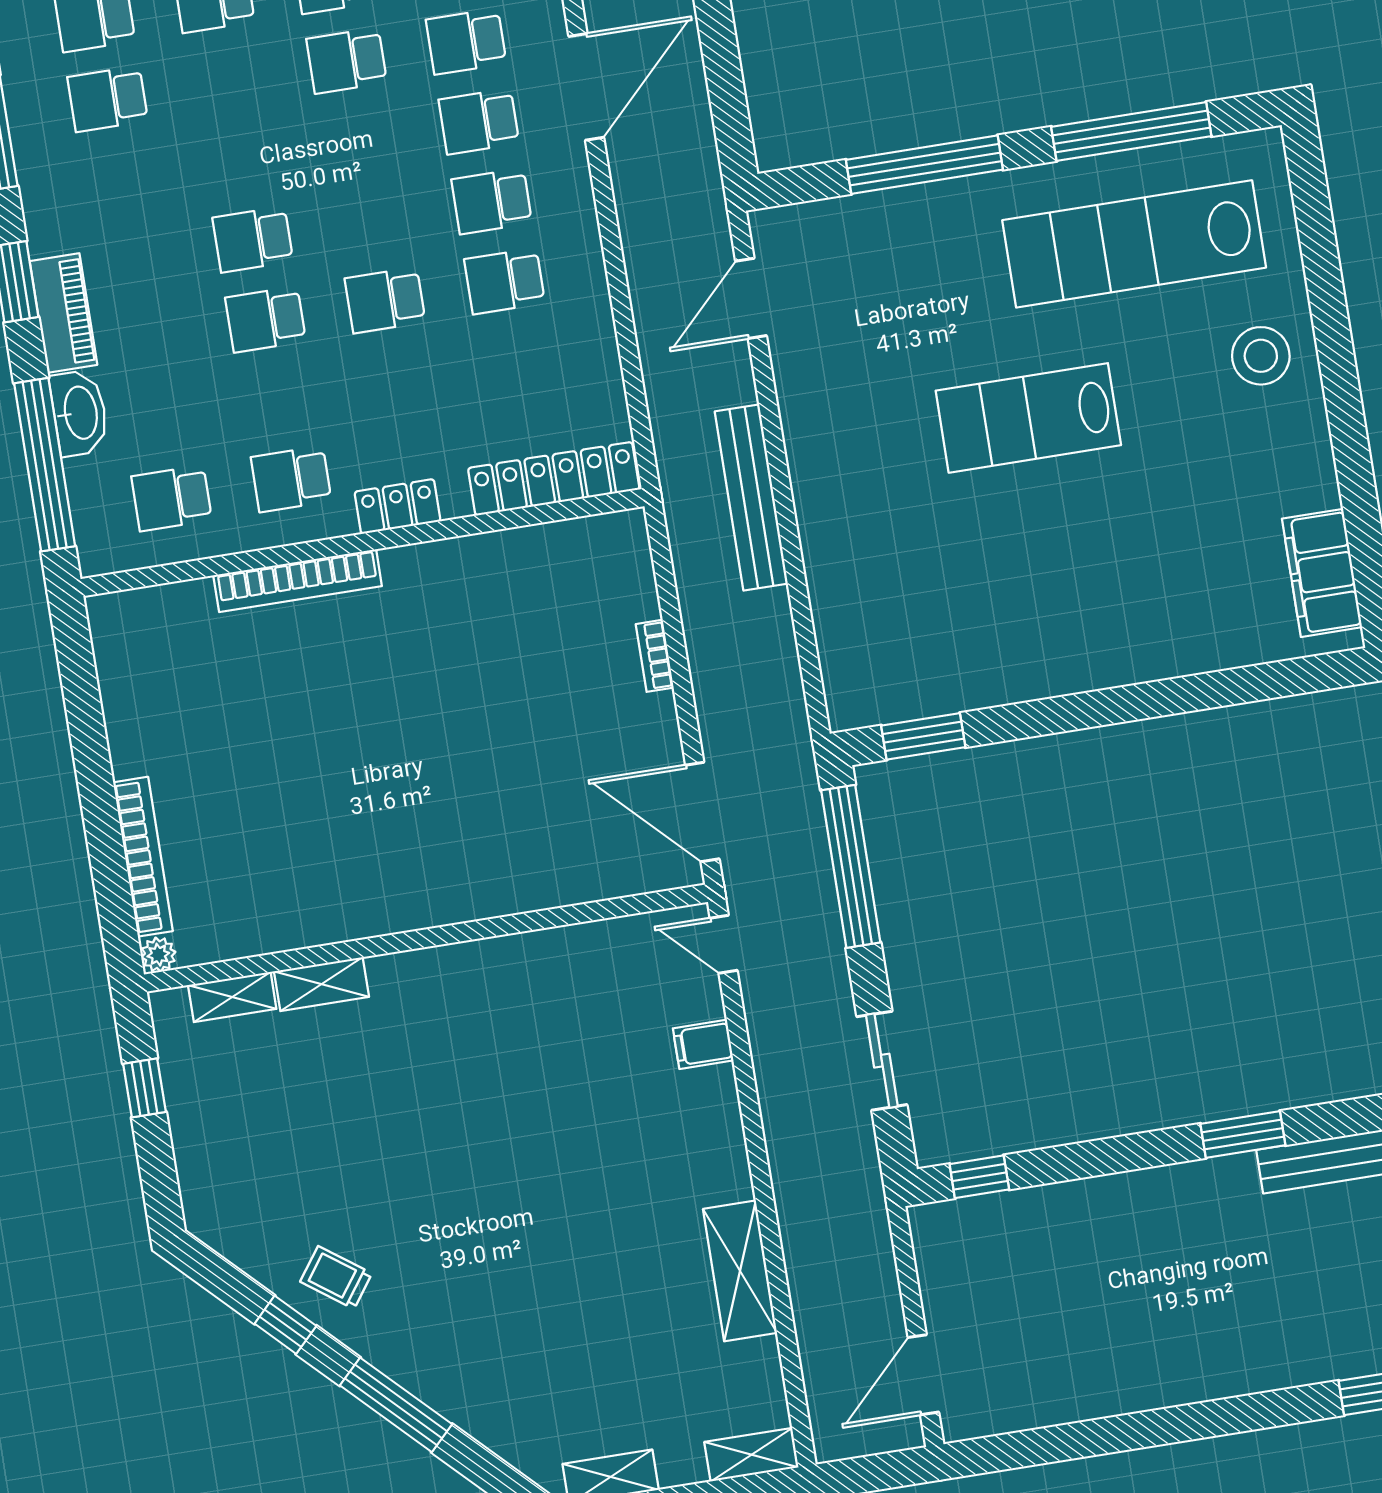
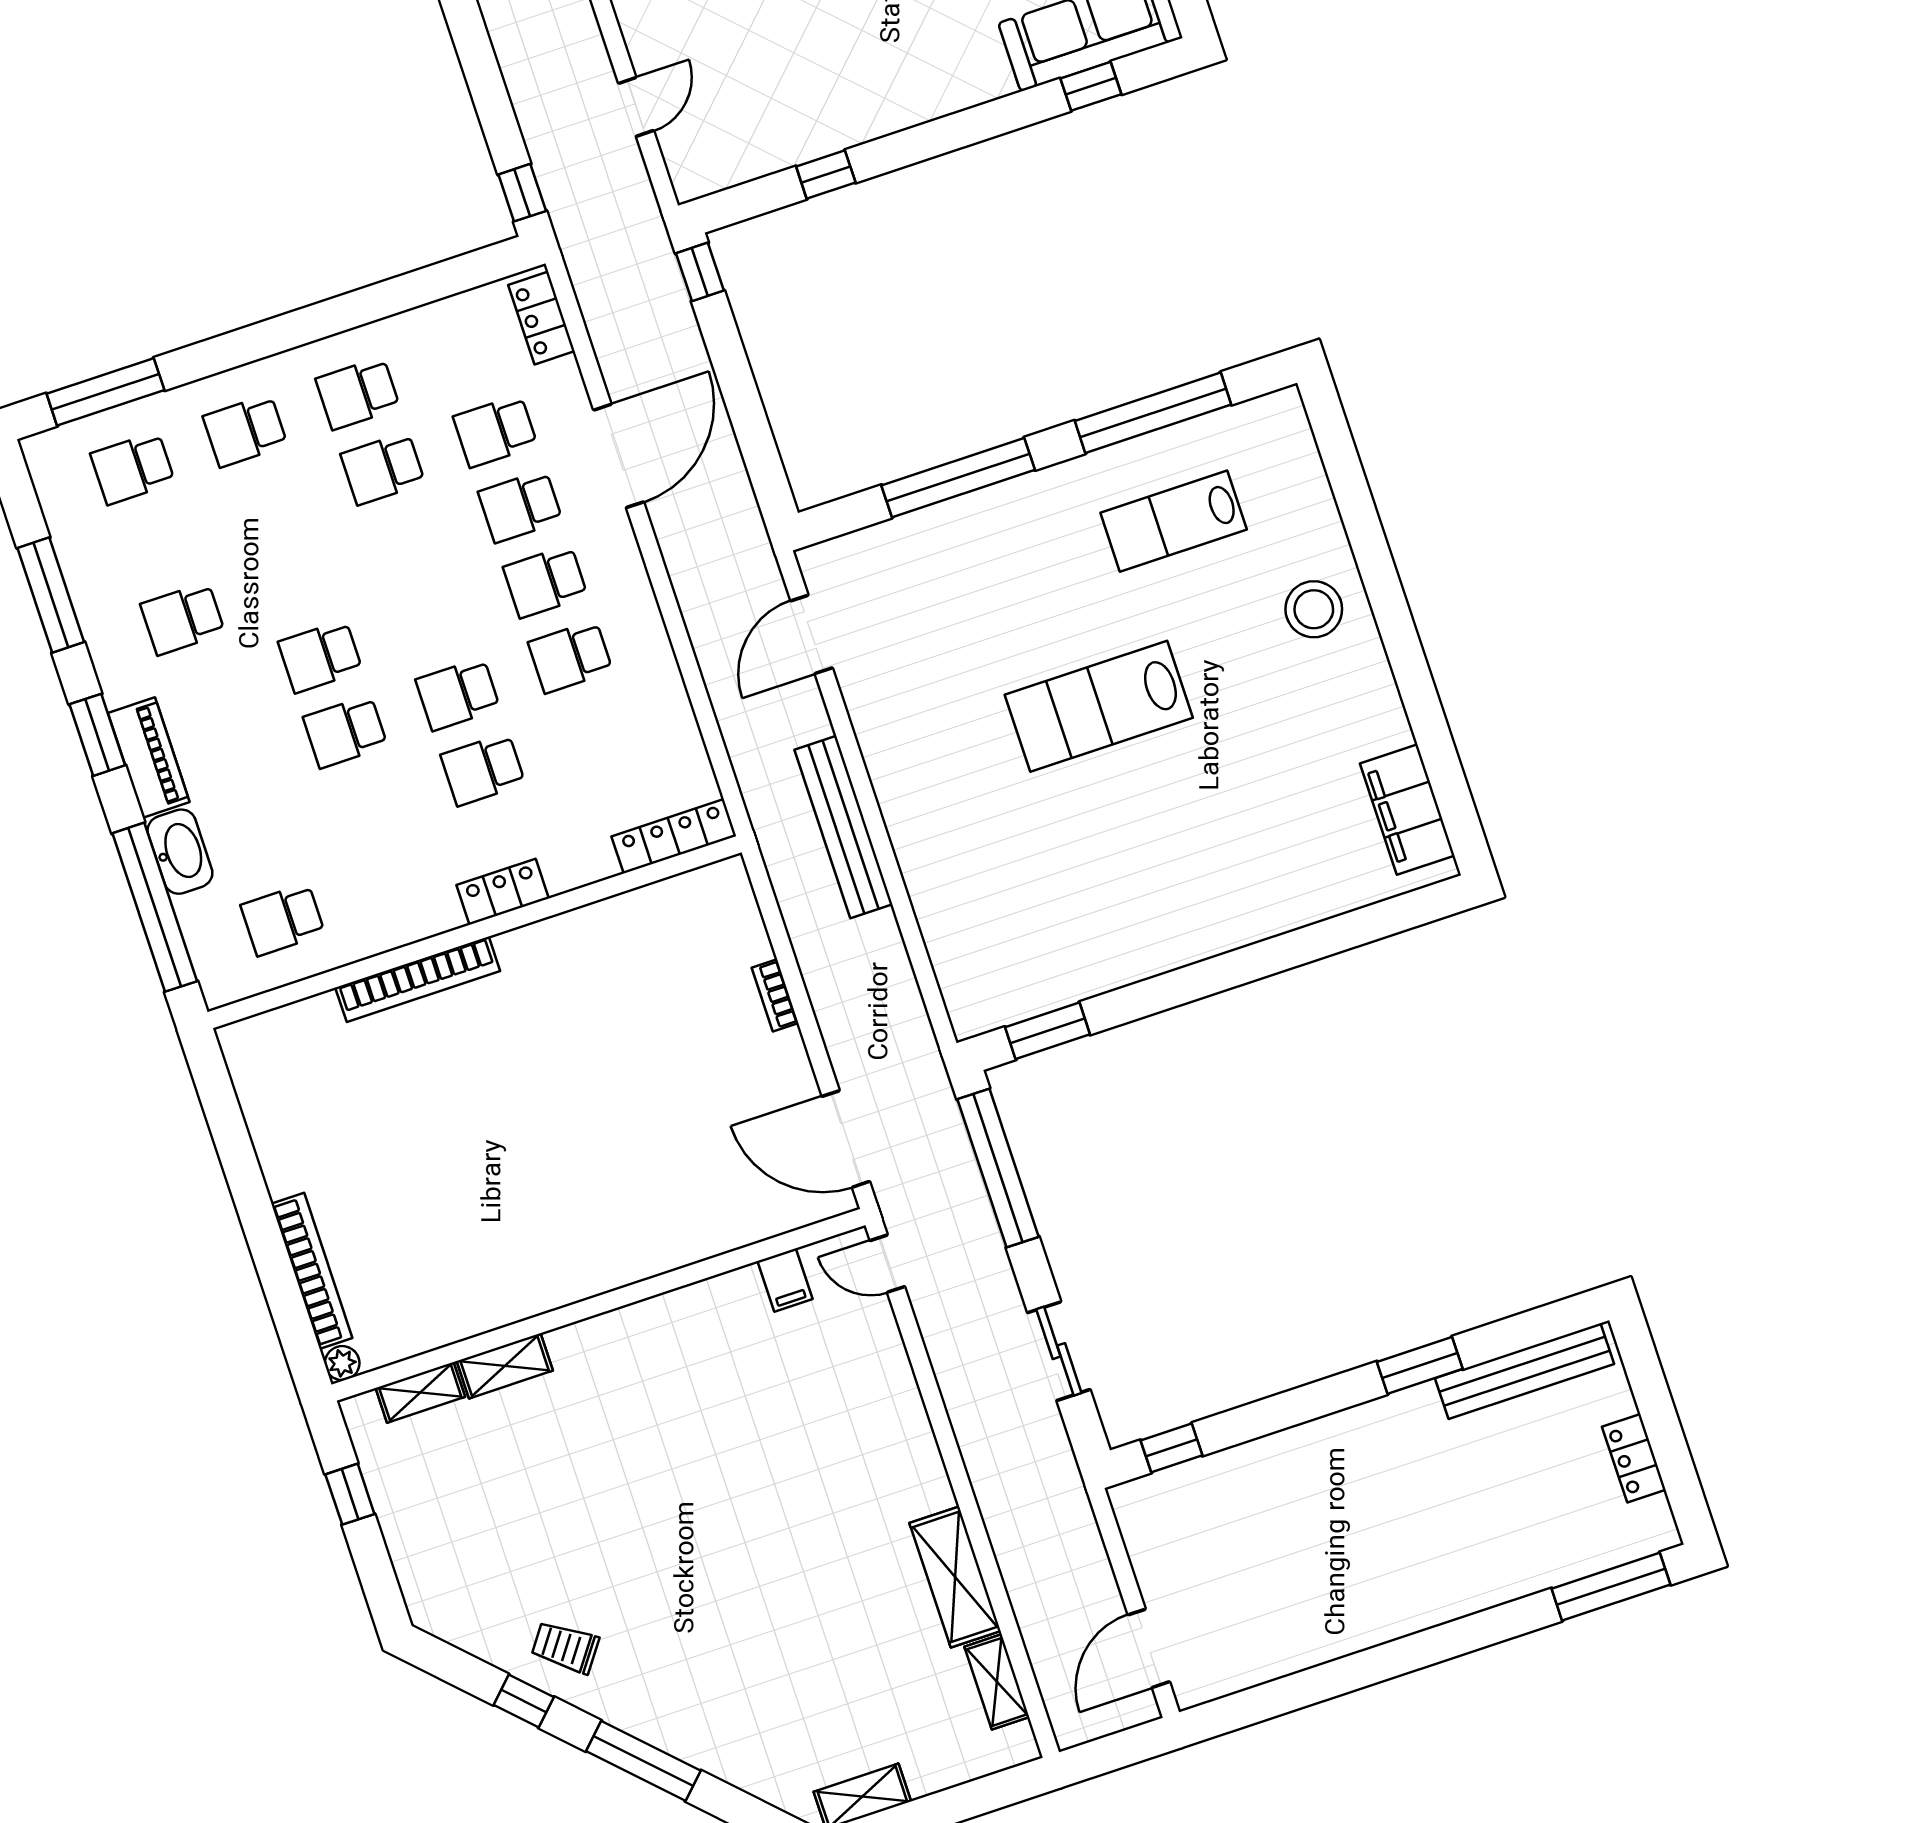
school desk: (108, 99) -> (183, 619), moved
lab bench: (1134, 244) -> (1174, 521), width x0.54, depth x0.72
school desk: (291, 479) -> (483, 769), moved
locker: (554, 479) -> (674, 836), width x0.71, depth x0.83
filing cabinet: (703, 1044) -> (785, 1280), moved, turned -90
shelving: (751, 1455) -> (997, 1682), moved, turned 90

